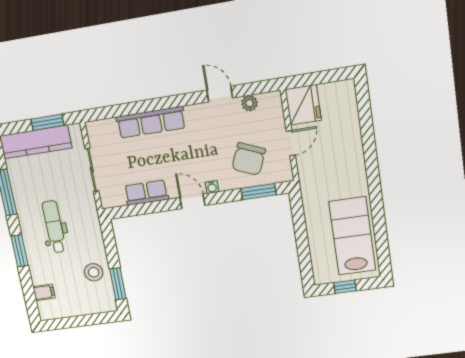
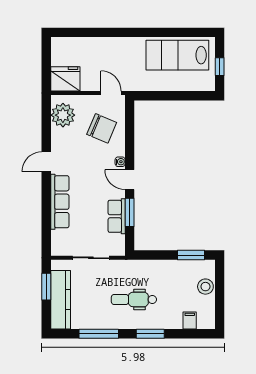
door: (220, 94) -> (46, 162), moved
plant: (249, 103) -> (63, 115), width x1.88, depth x1.88
door: (291, 143) -> (111, 93), moved
window: (259, 192) -> (130, 212), moved
door: (192, 201) -> (130, 180), hinge flipped
stool: (94, 272) -> (205, 287), moved

